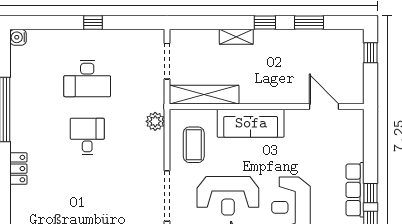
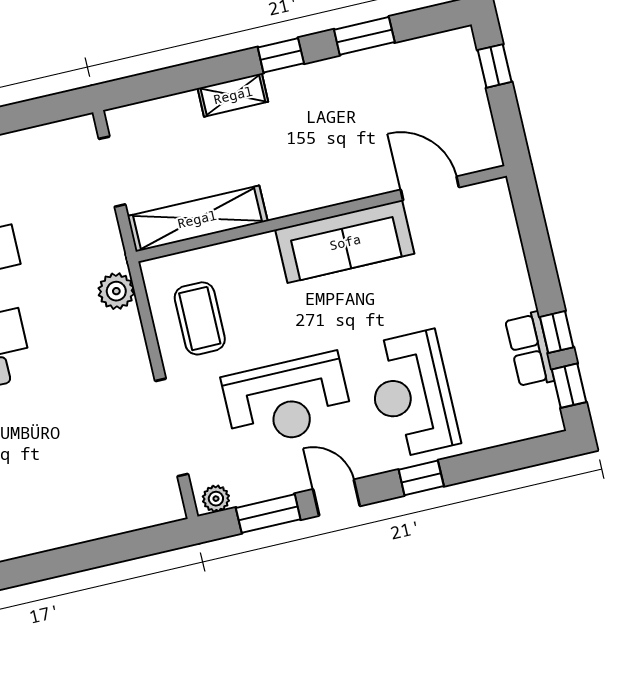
sofa: (251, 123) -> (345, 242), moved
row of seats: (355, 190) -> (530, 350), width x0.68

